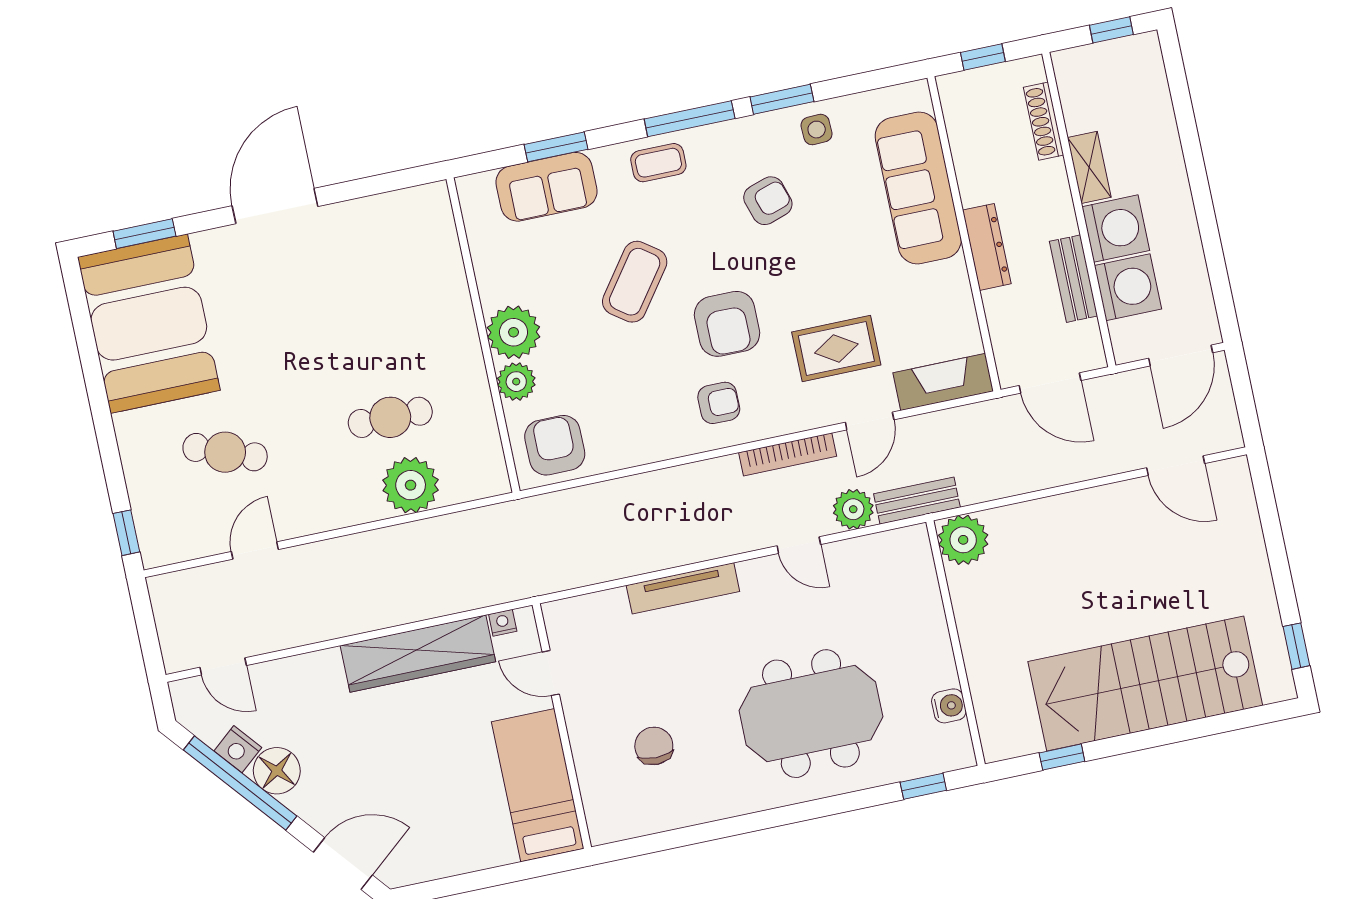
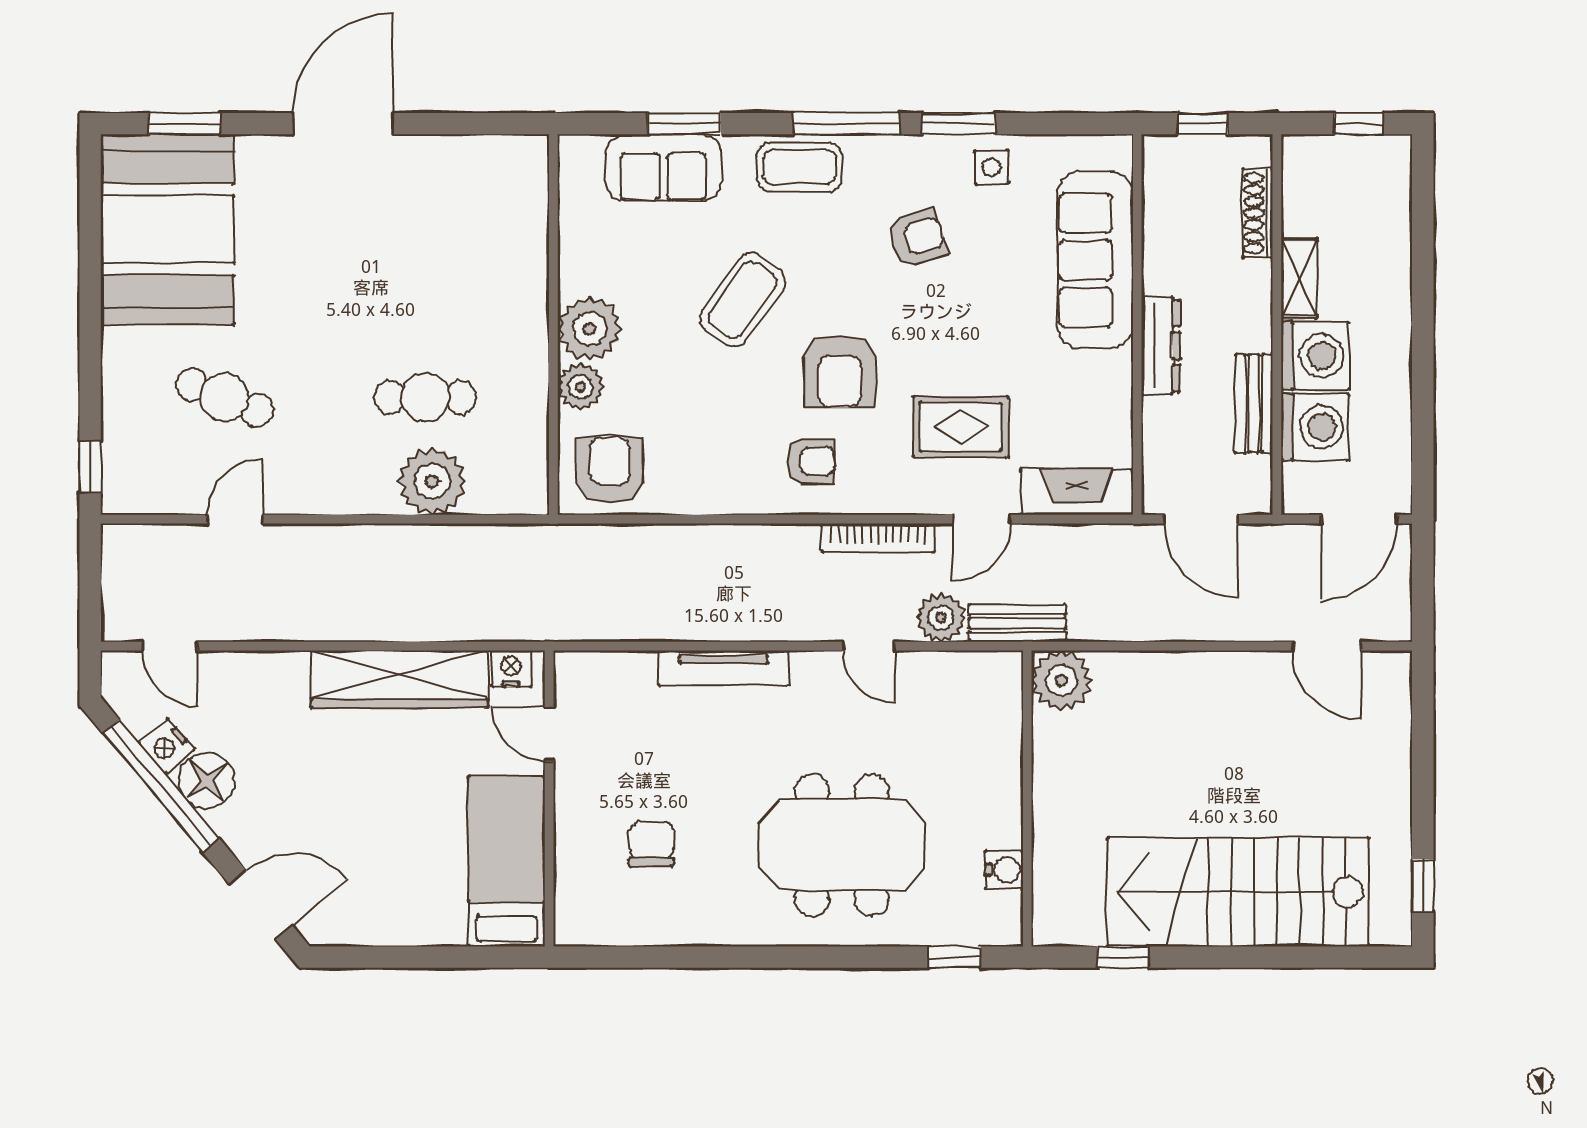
coffee table: (658, 163) -> (799, 167), width x1.36, depth x1.30
nightstand: (503, 623) -> (511, 669), width x1.39, depth x1.35

